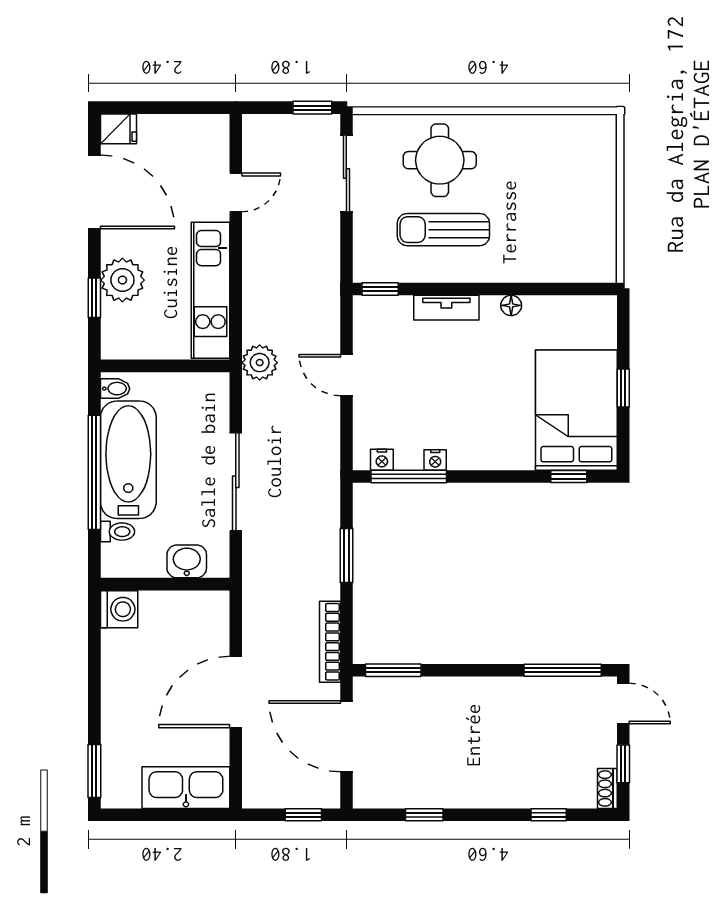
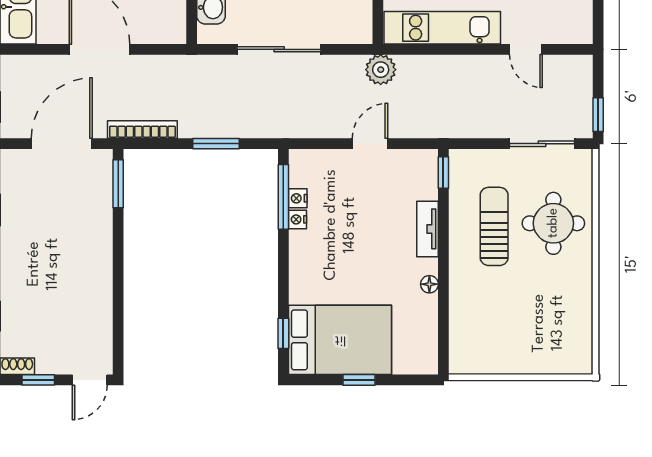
nightstand: (382, 460) -> (298, 198), moved
window: (563, 670) -> (118, 328), removed

